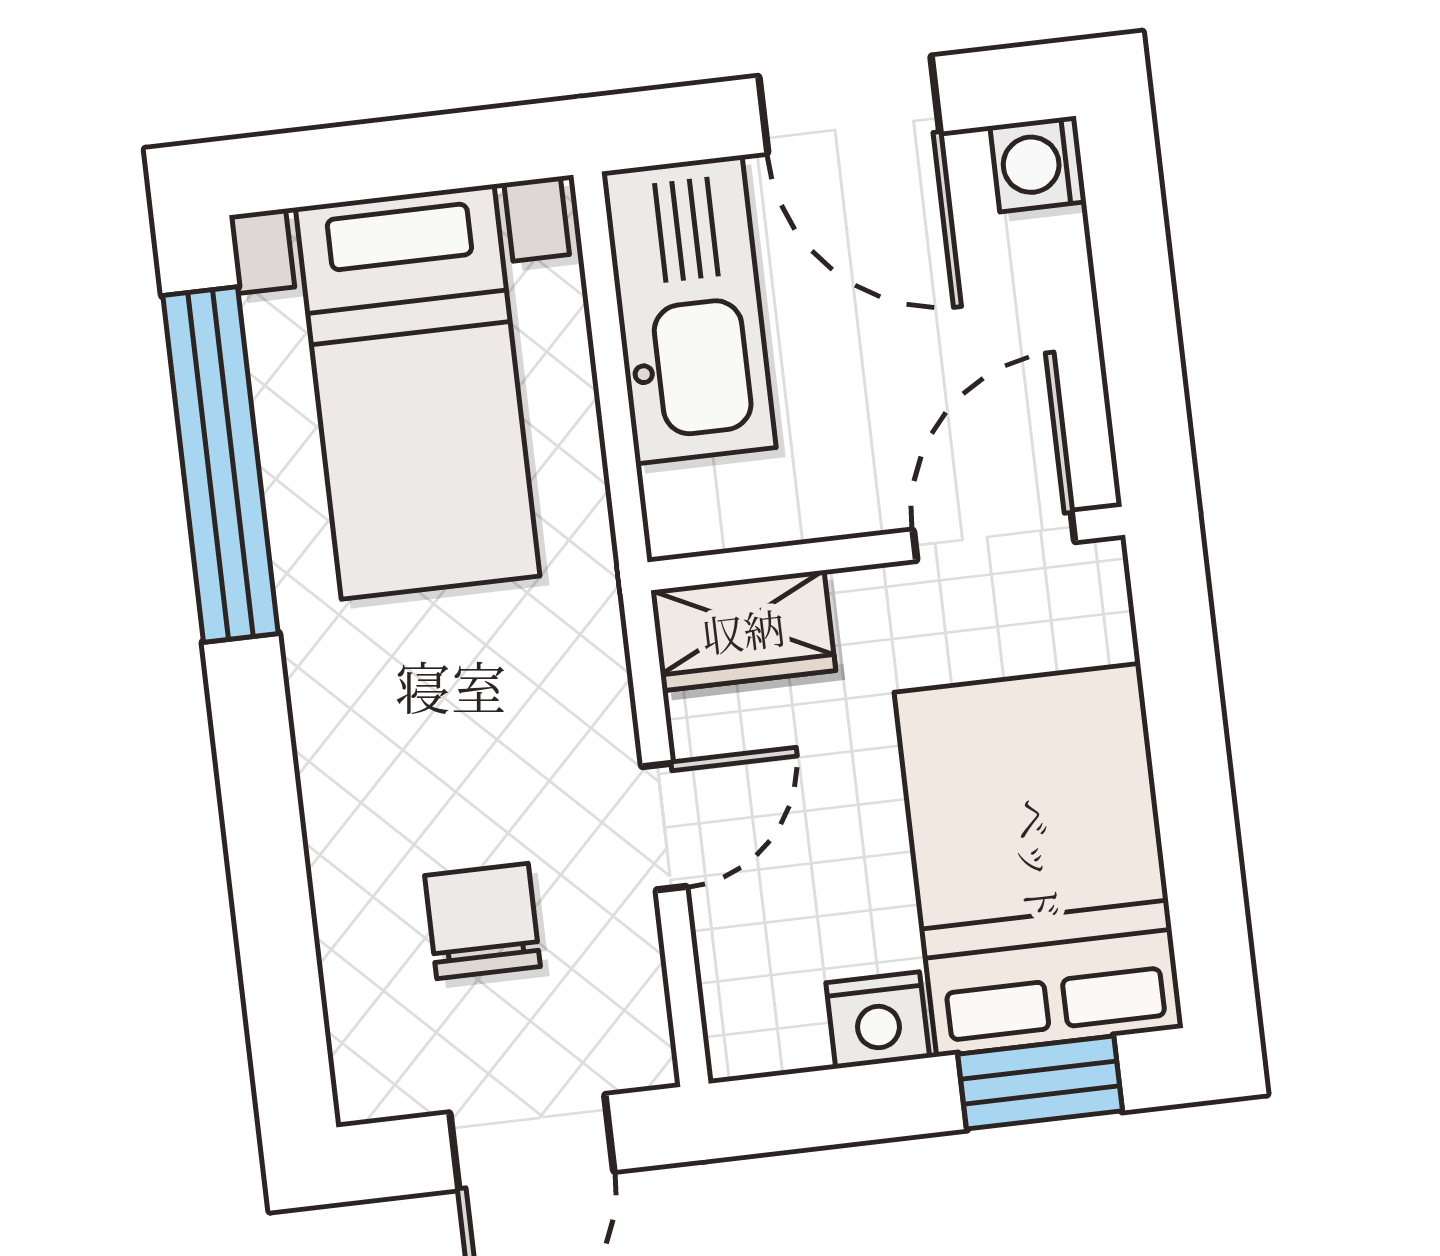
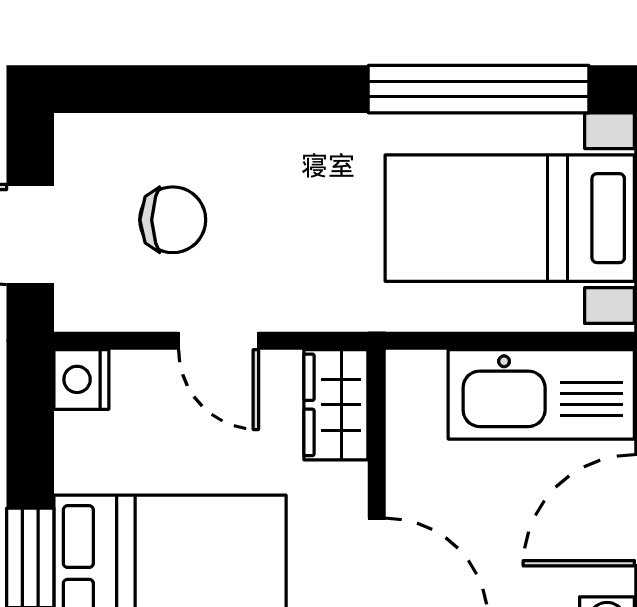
nightstand: (878, 1020) -> (81, 379), moved

